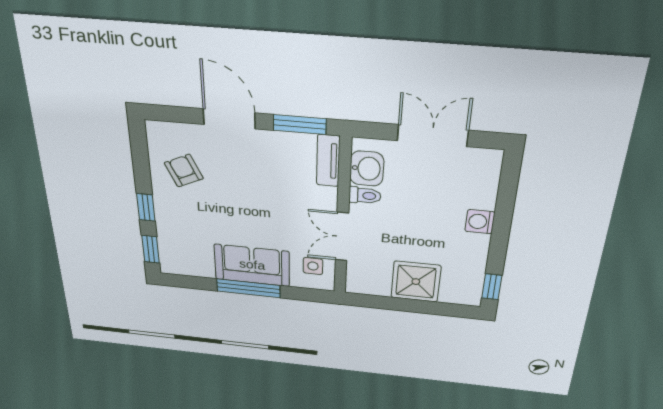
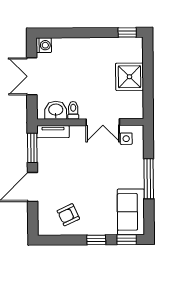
washing machine: (480, 222) -> (44, 45), moved, turned -90
sofa: (252, 265) -> (131, 212), moved

